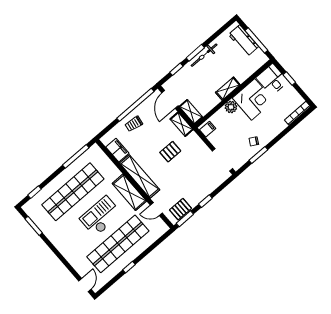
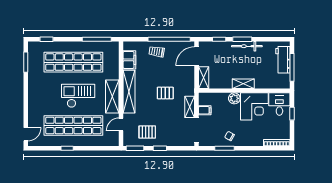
shelving: (182, 124) -> (190, 107), moved
filing cabinet: (208, 129) -> (205, 110), moved
door: (156, 209) -> (121, 124), hinge flipped
pallet: (181, 209) -> (147, 132), moved

